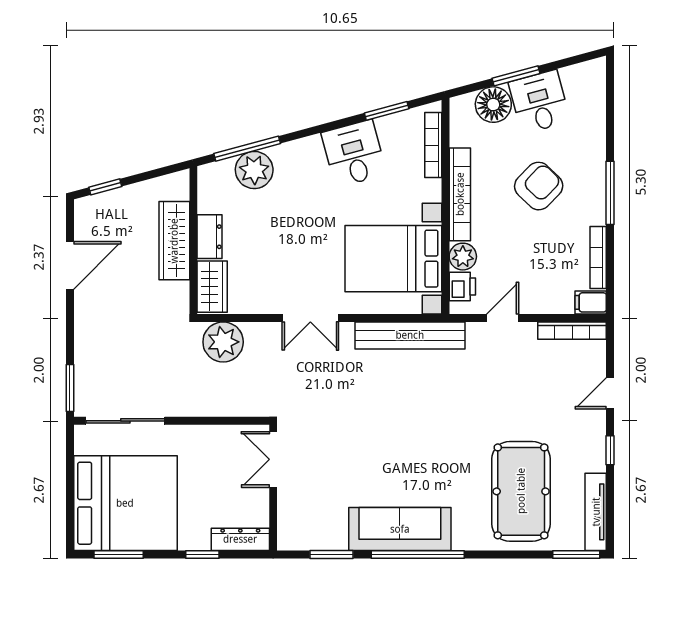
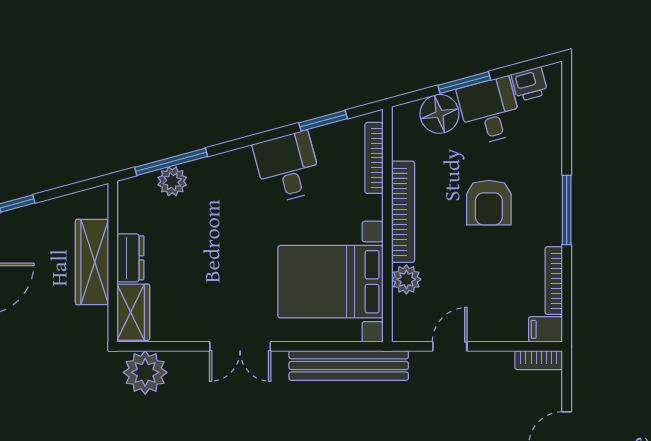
plant: (254, 170) -> (172, 181), width x0.73, depth x0.73
armchair: (539, 186) -> (489, 203), turned 136
printer: (462, 287) -> (530, 84), moved, turned 75
bookcase: (572, 331) -> (539, 360), width x0.64

